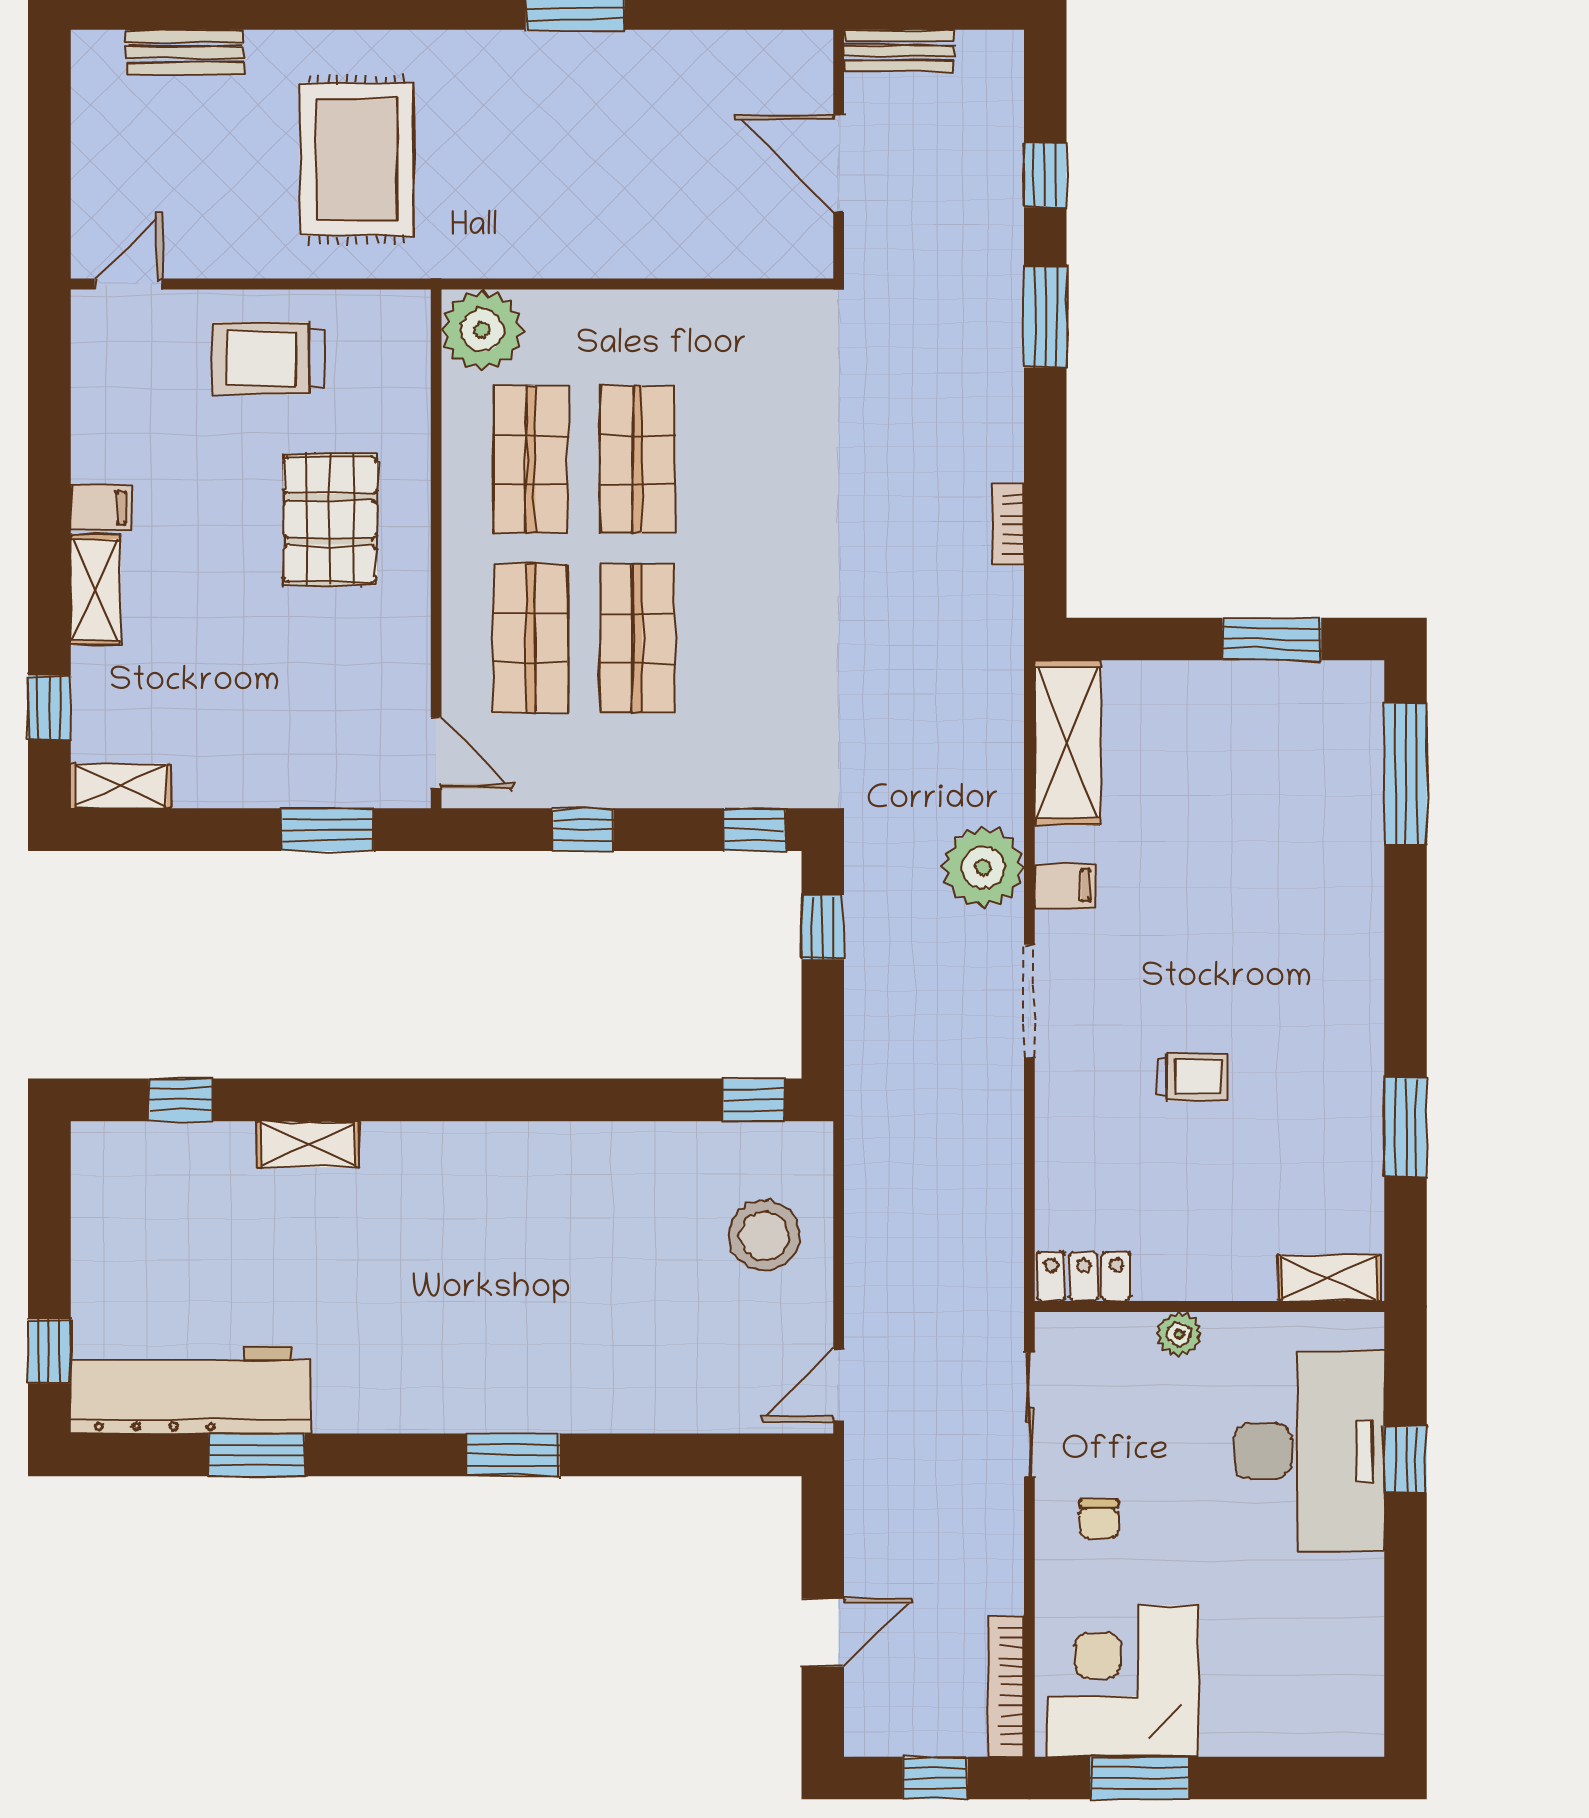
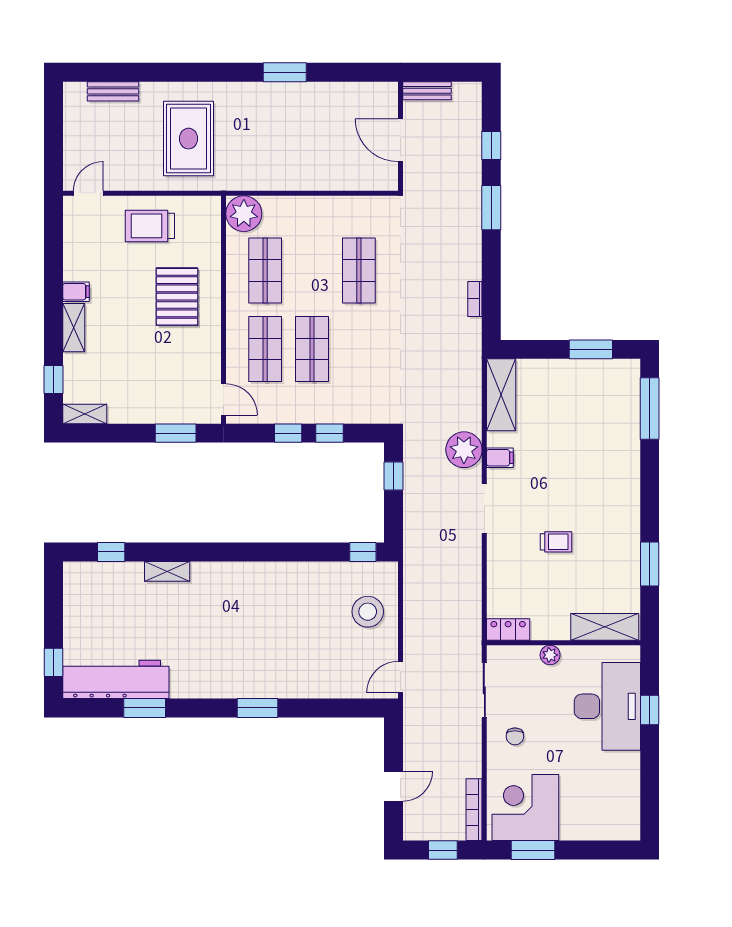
shop shelf: (637, 460) -> (359, 271), moved
window: (755, 830) -> (329, 433), moved
shelving: (1329, 1278) -> (605, 627), width x1.50, depth x1.33

